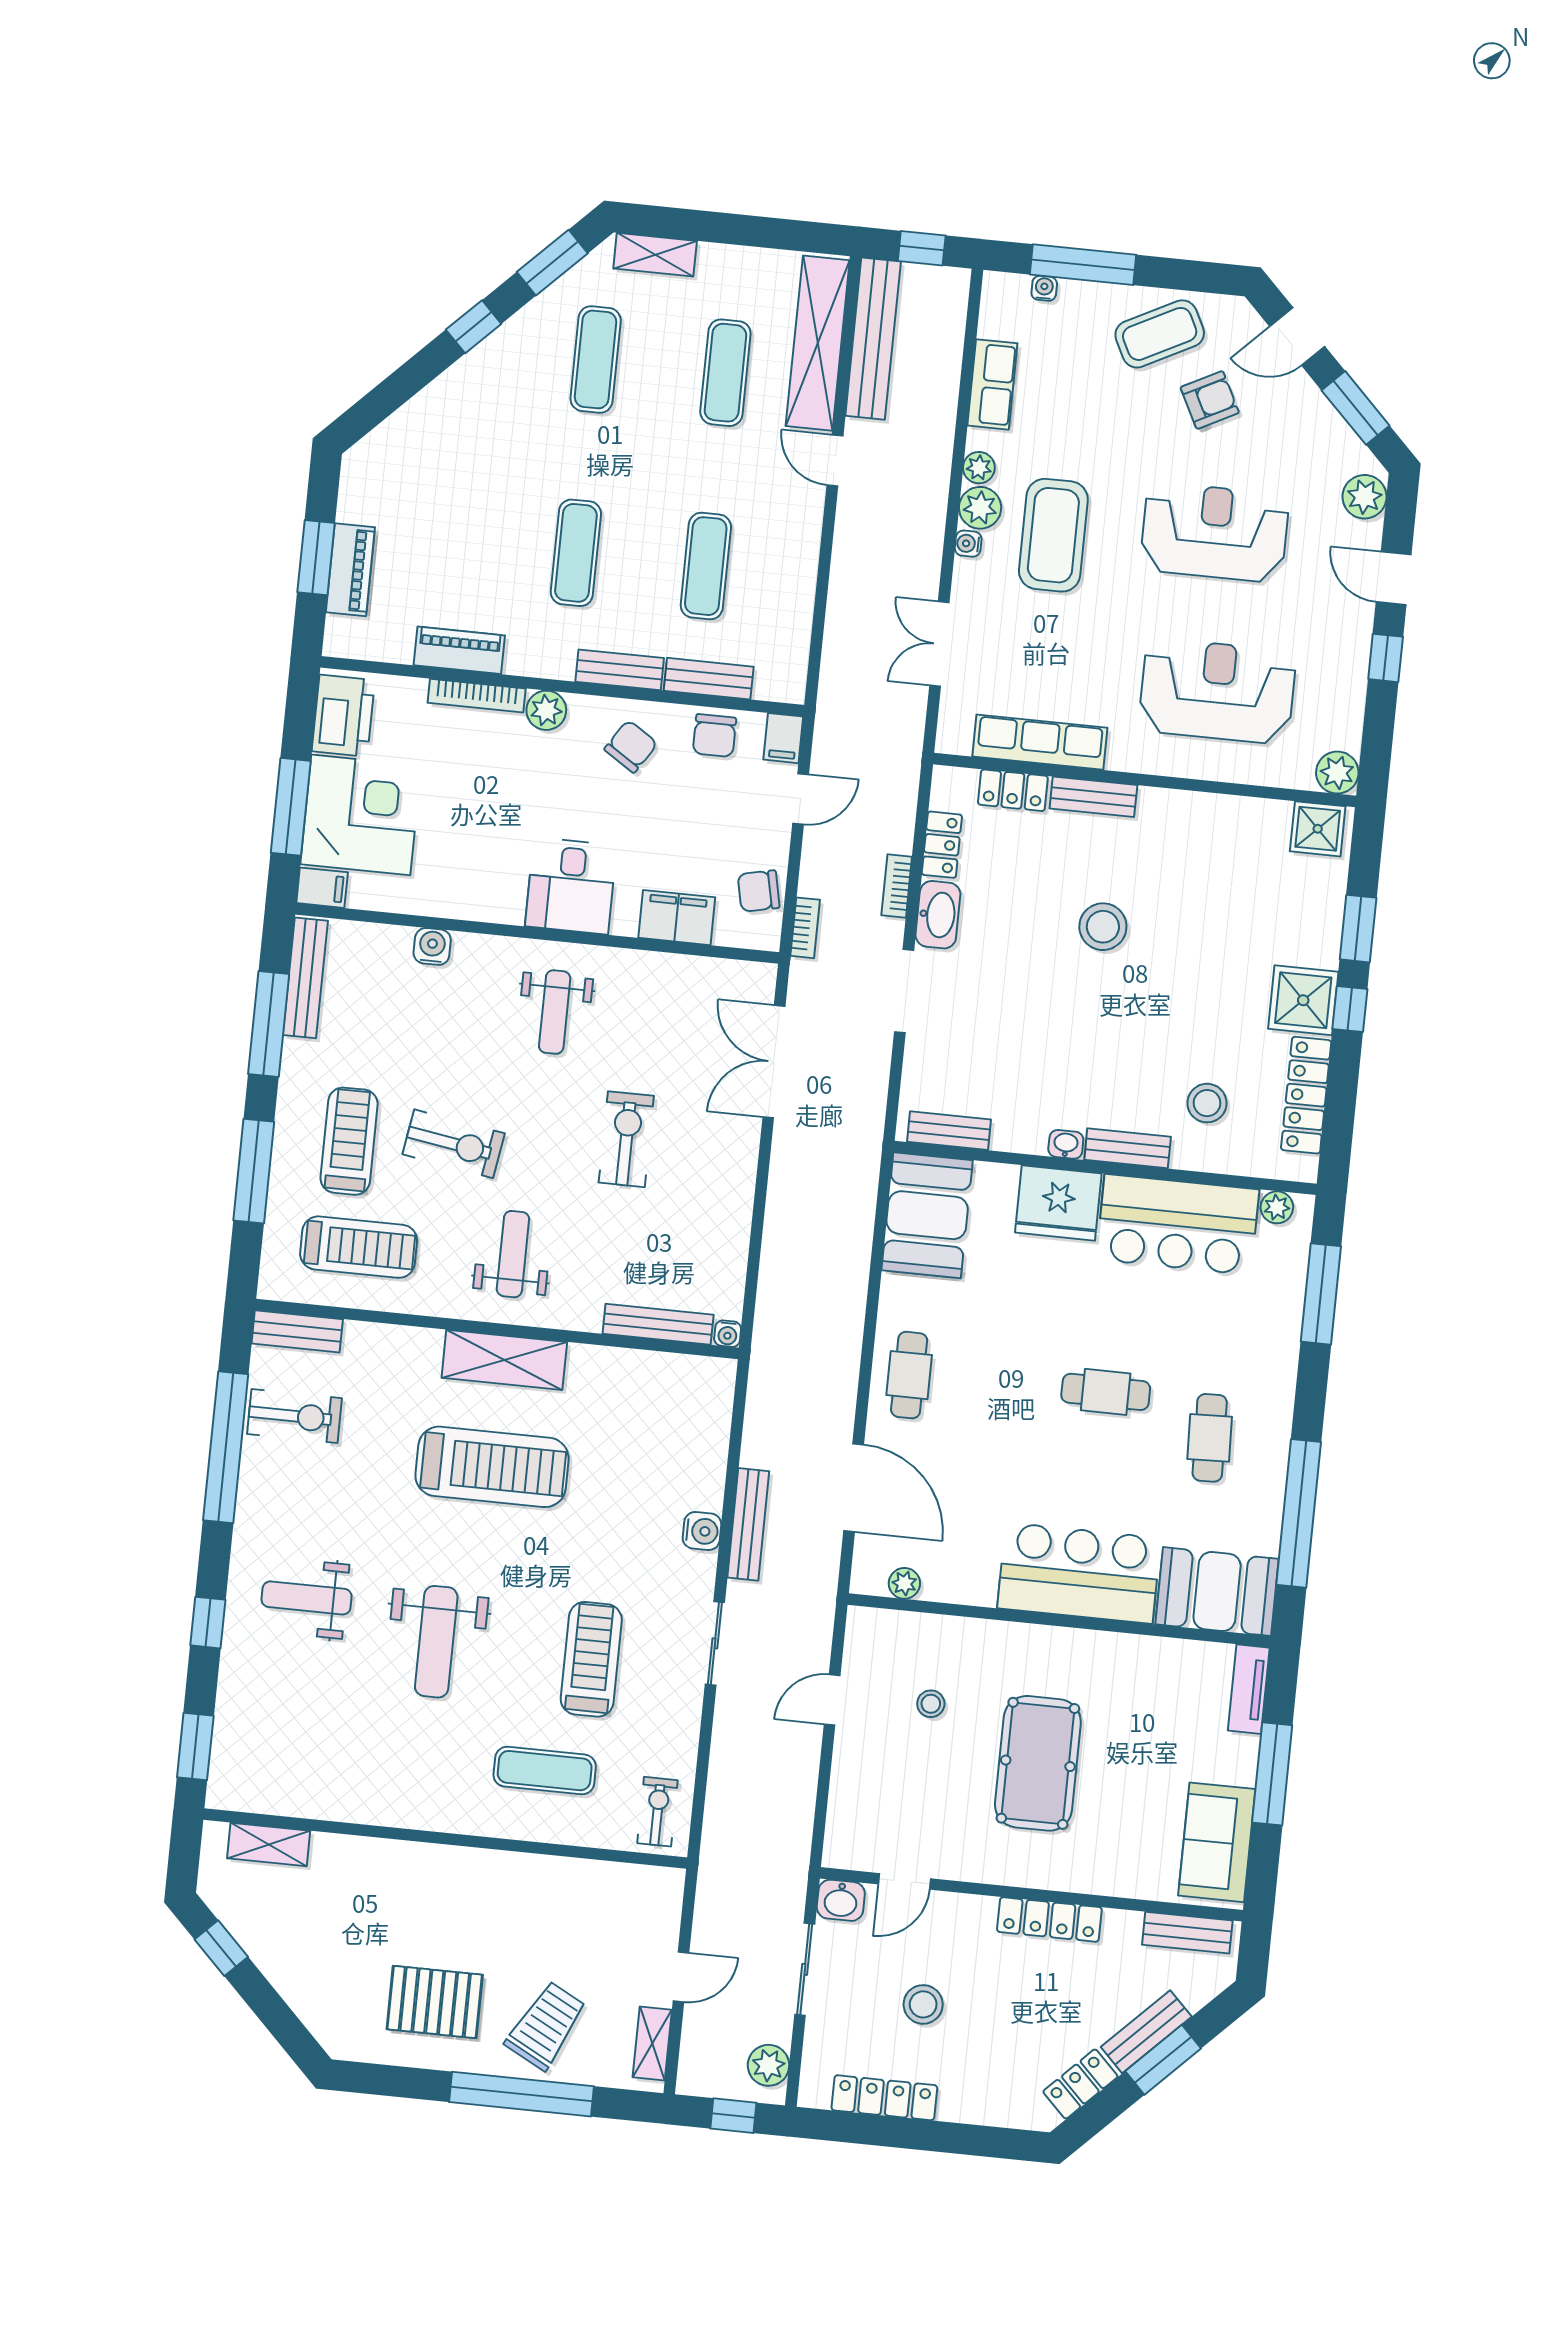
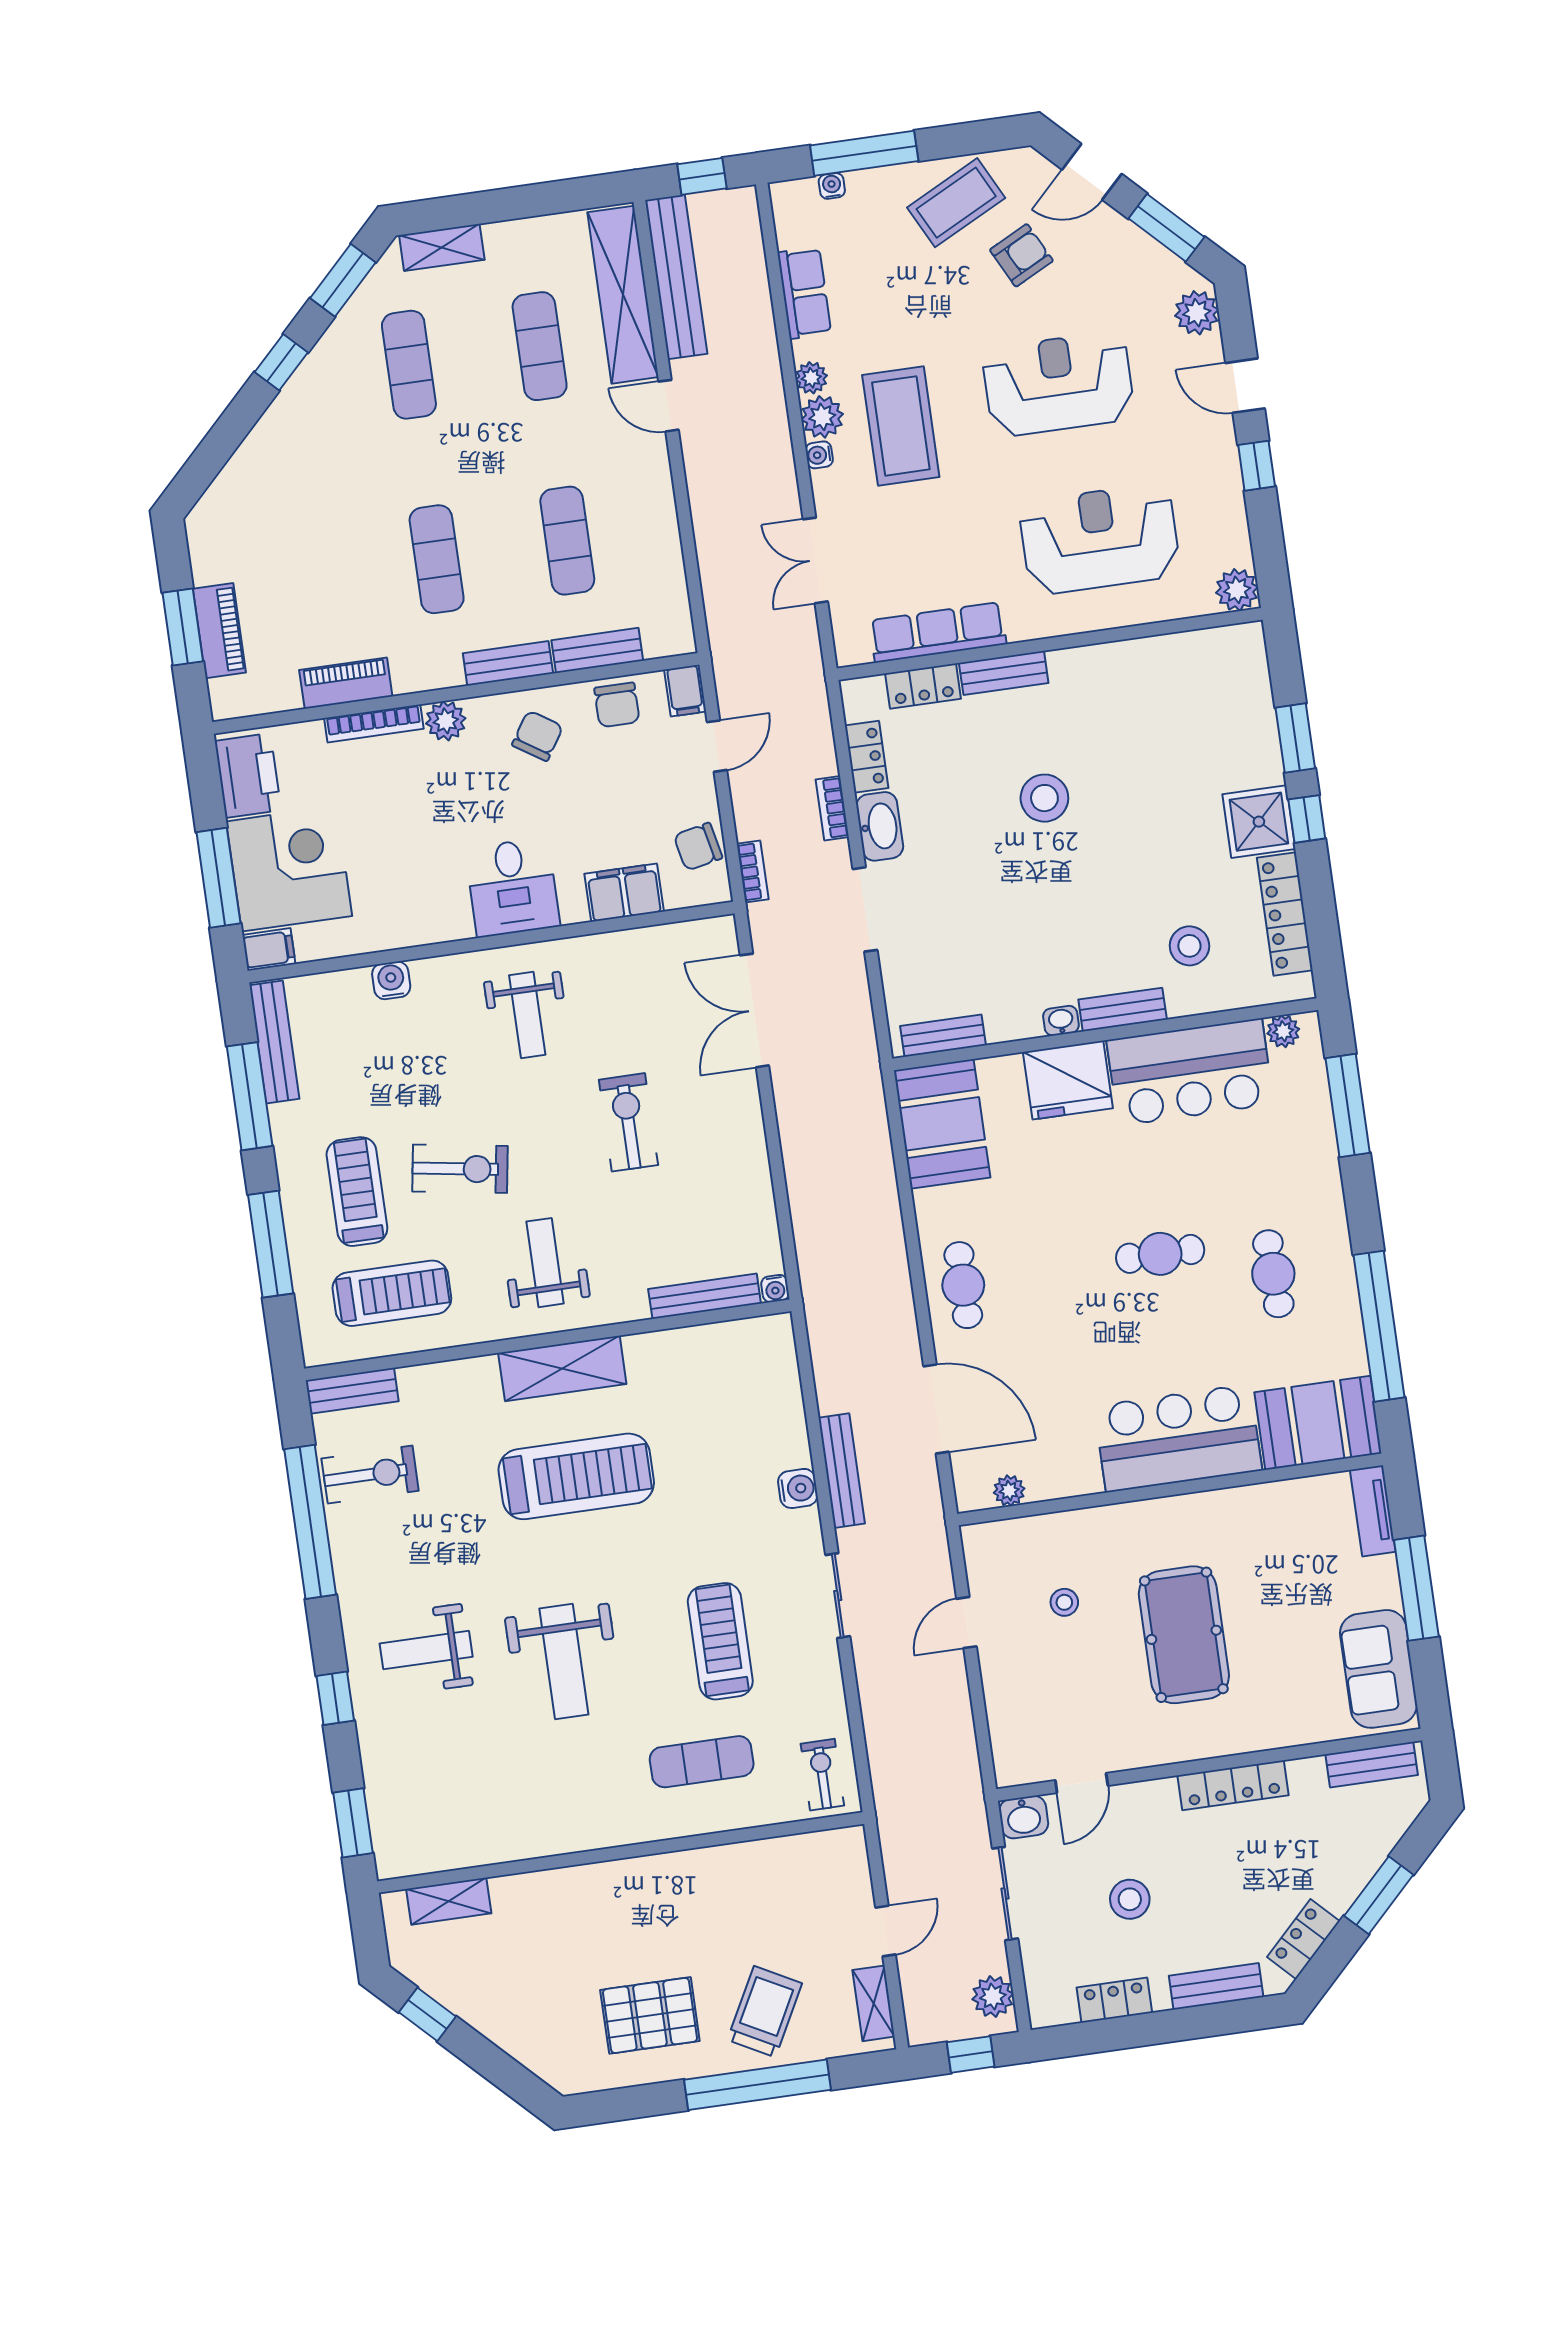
shower: (1318, 829) -> (1231, 650), removed
bench: (1146, 2032) -> (1216, 1986), moved, turned 45
locker: (884, 2098) -> (1114, 2000), width x0.66

